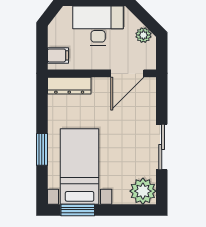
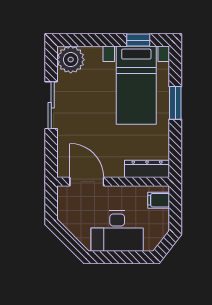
plant: (143, 35) -> (70, 221), removed
door: (127, 73) -> (87, 182), hinge flipped
window: (78, 210) -> (138, 40), width x0.67

